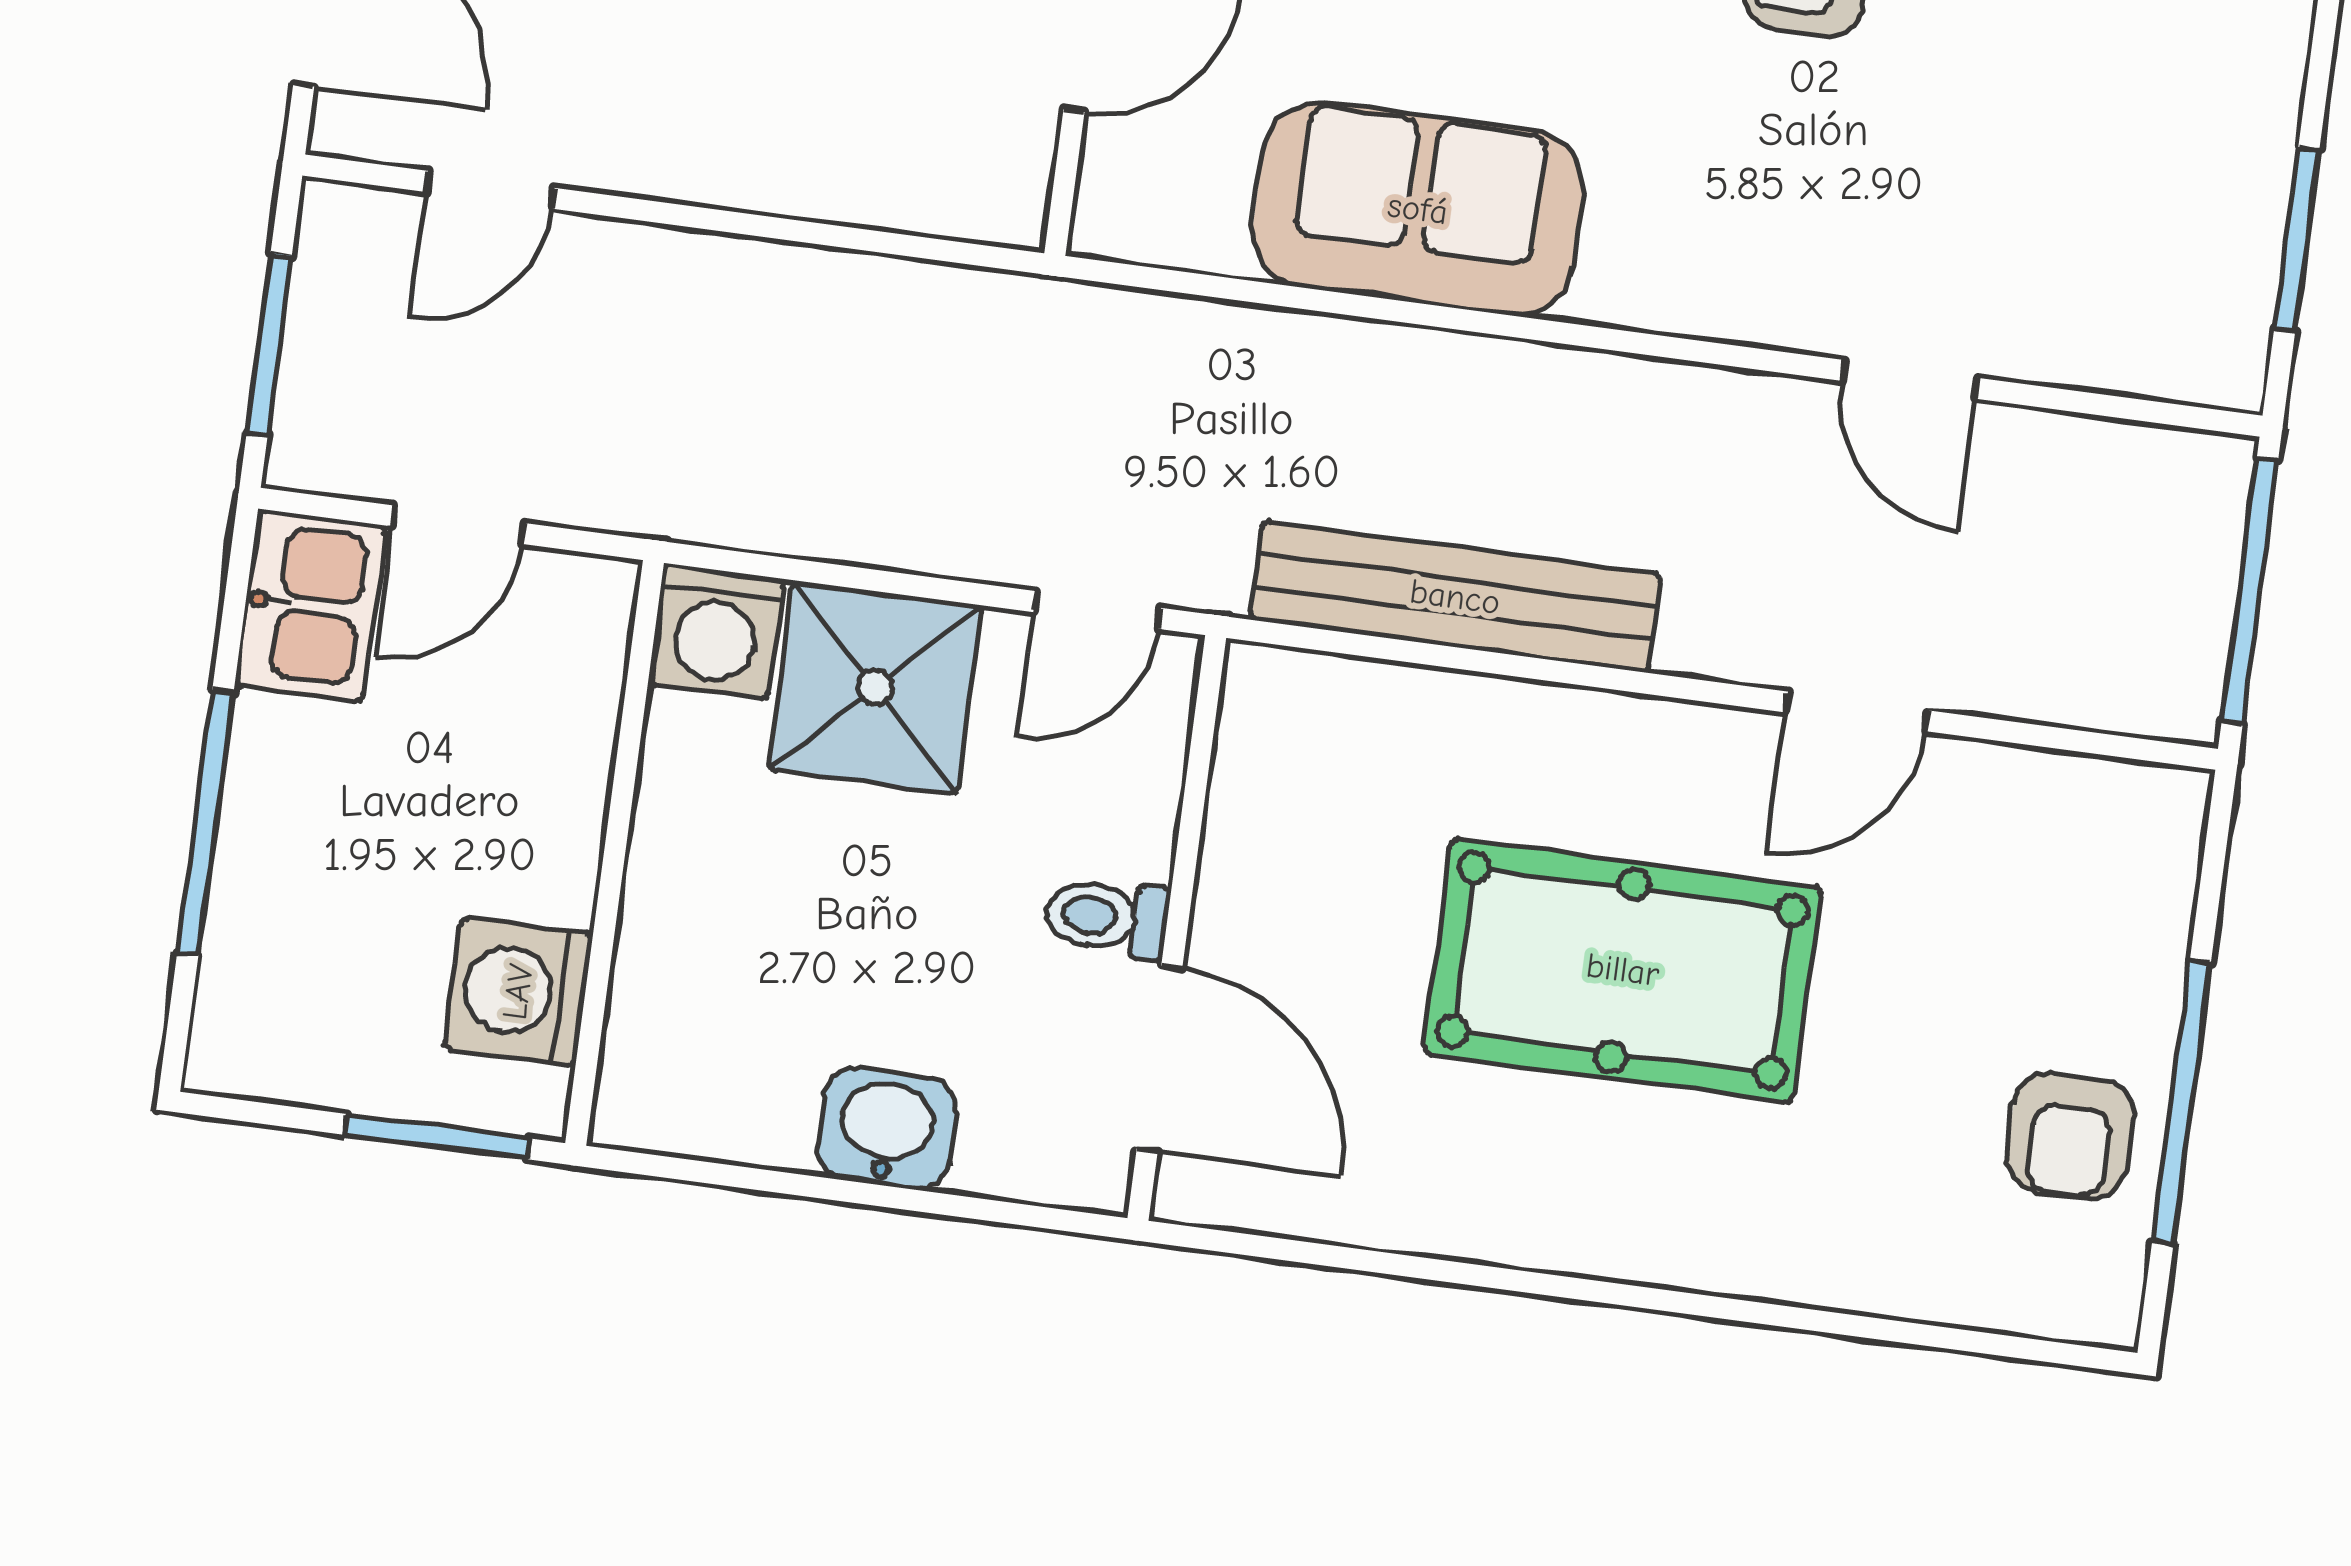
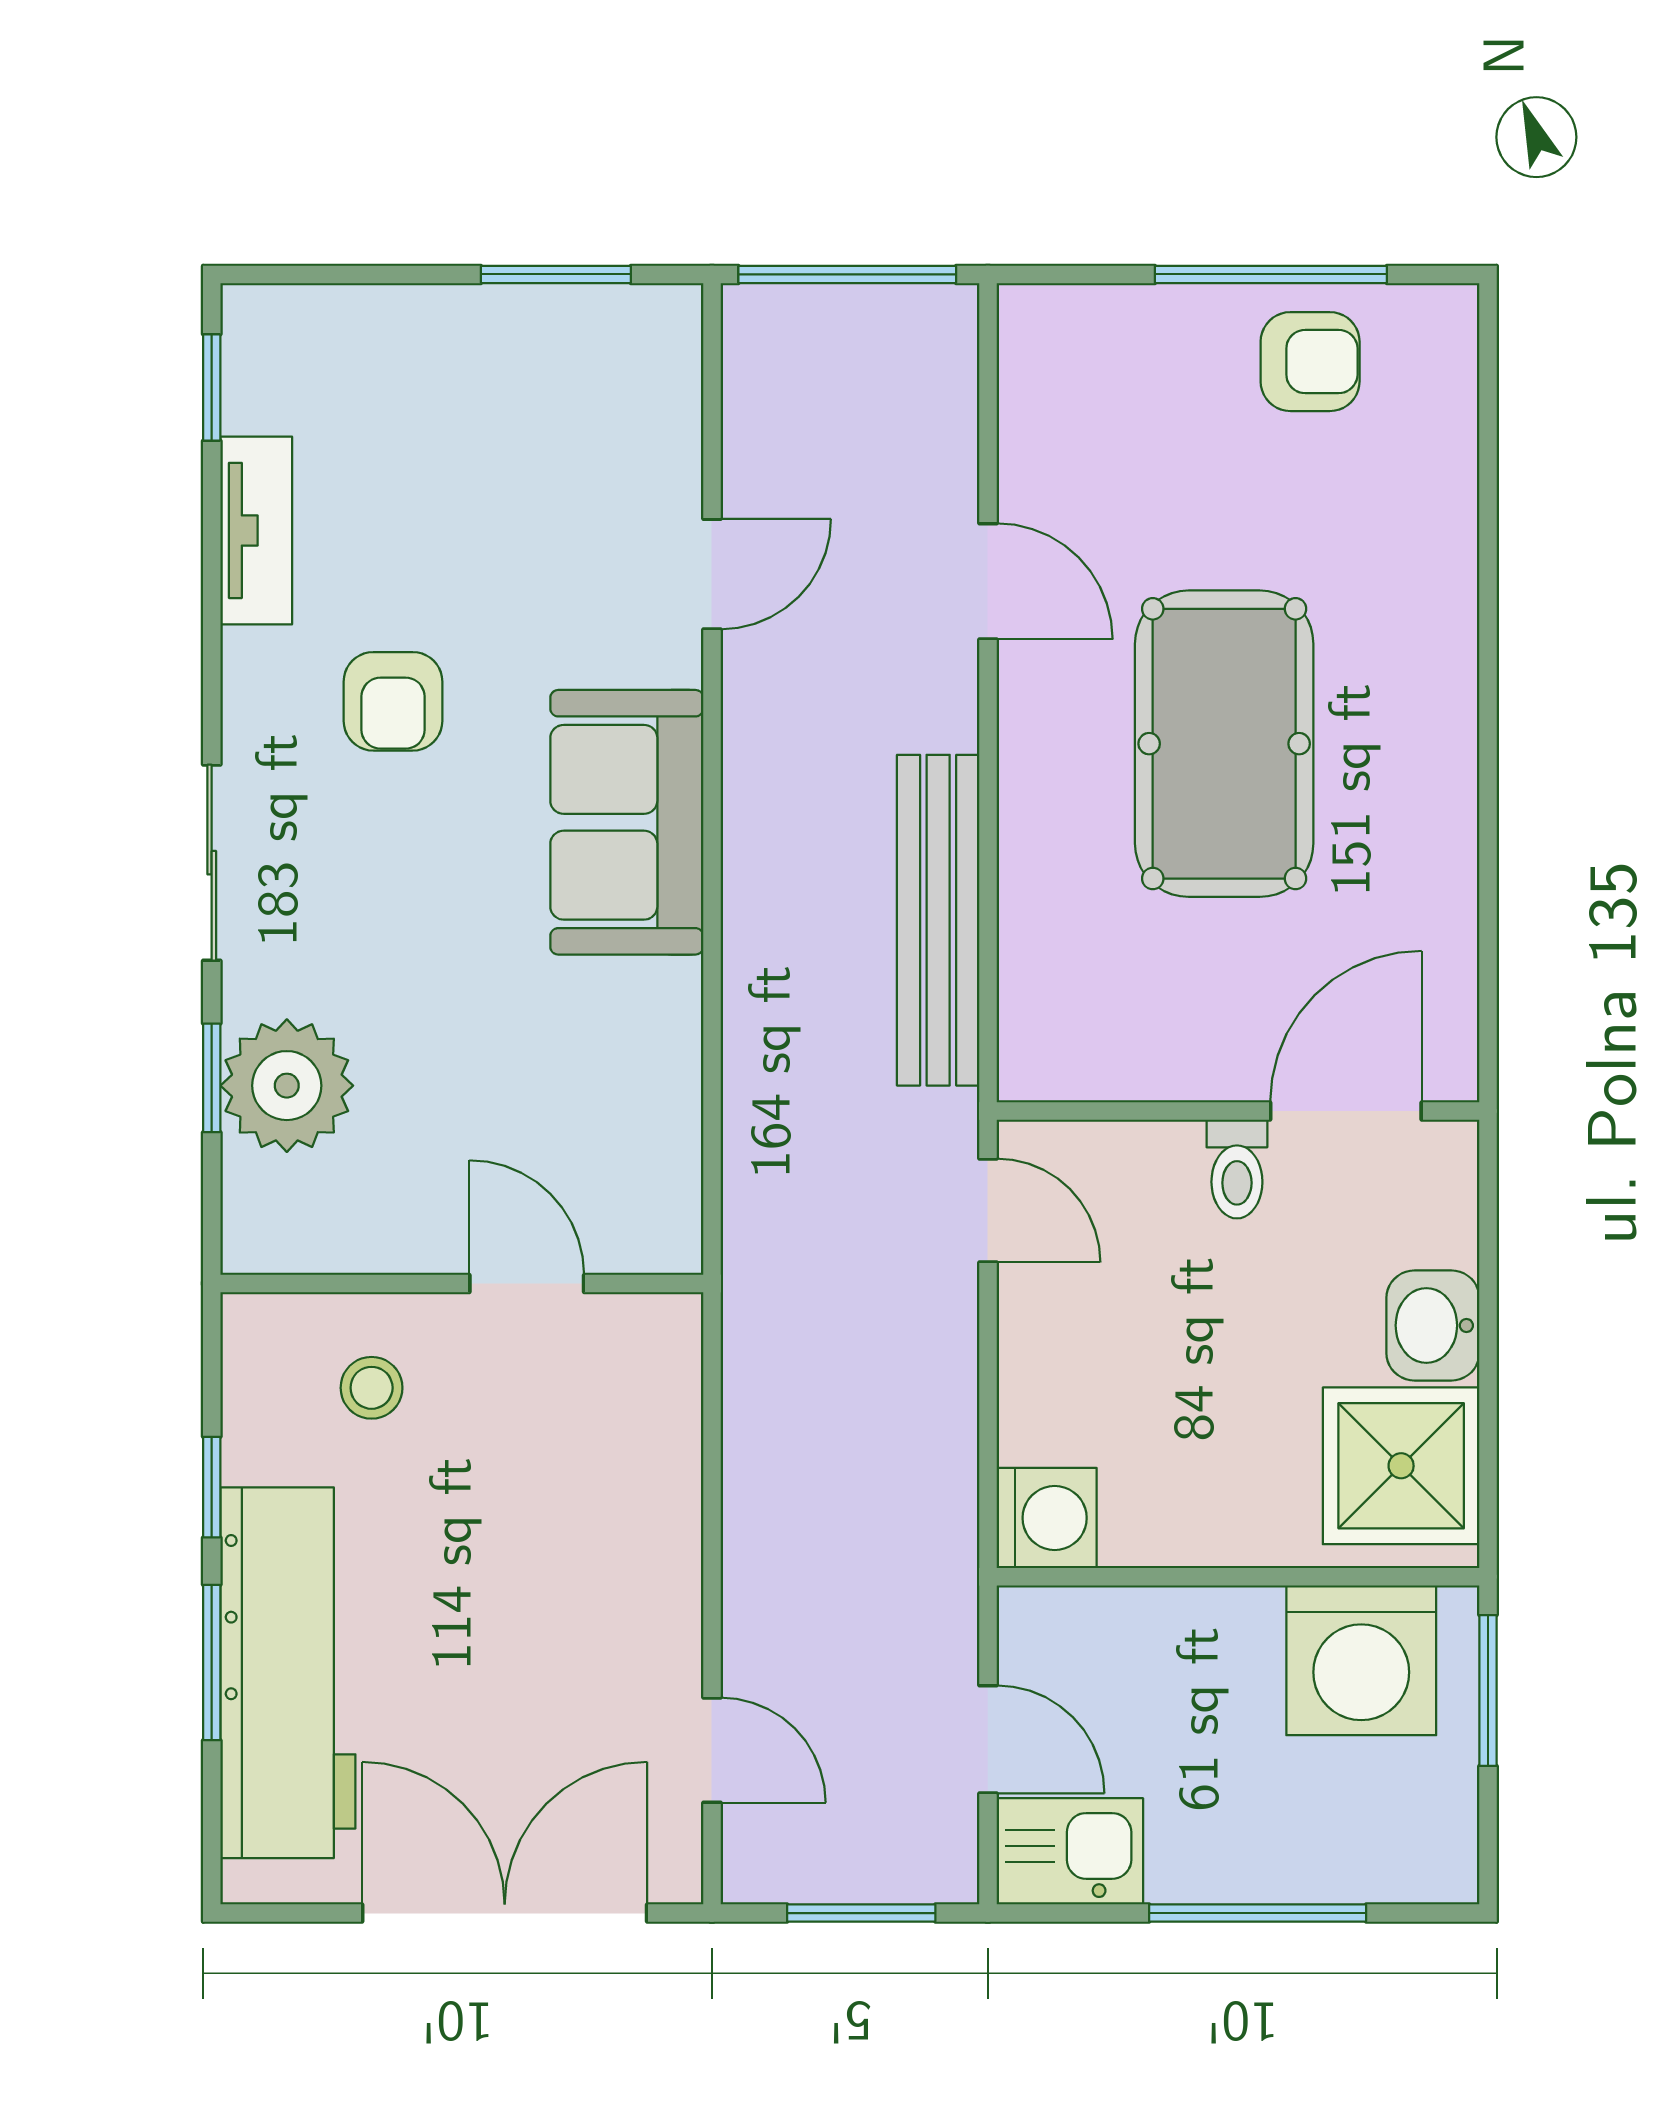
sofa: (1418, 209) -> (627, 822), moved
shower: (875, 687) -> (1401, 1466), moved
washing machine: (518, 992) -> (1361, 1660), width x1.37, depth x1.37

